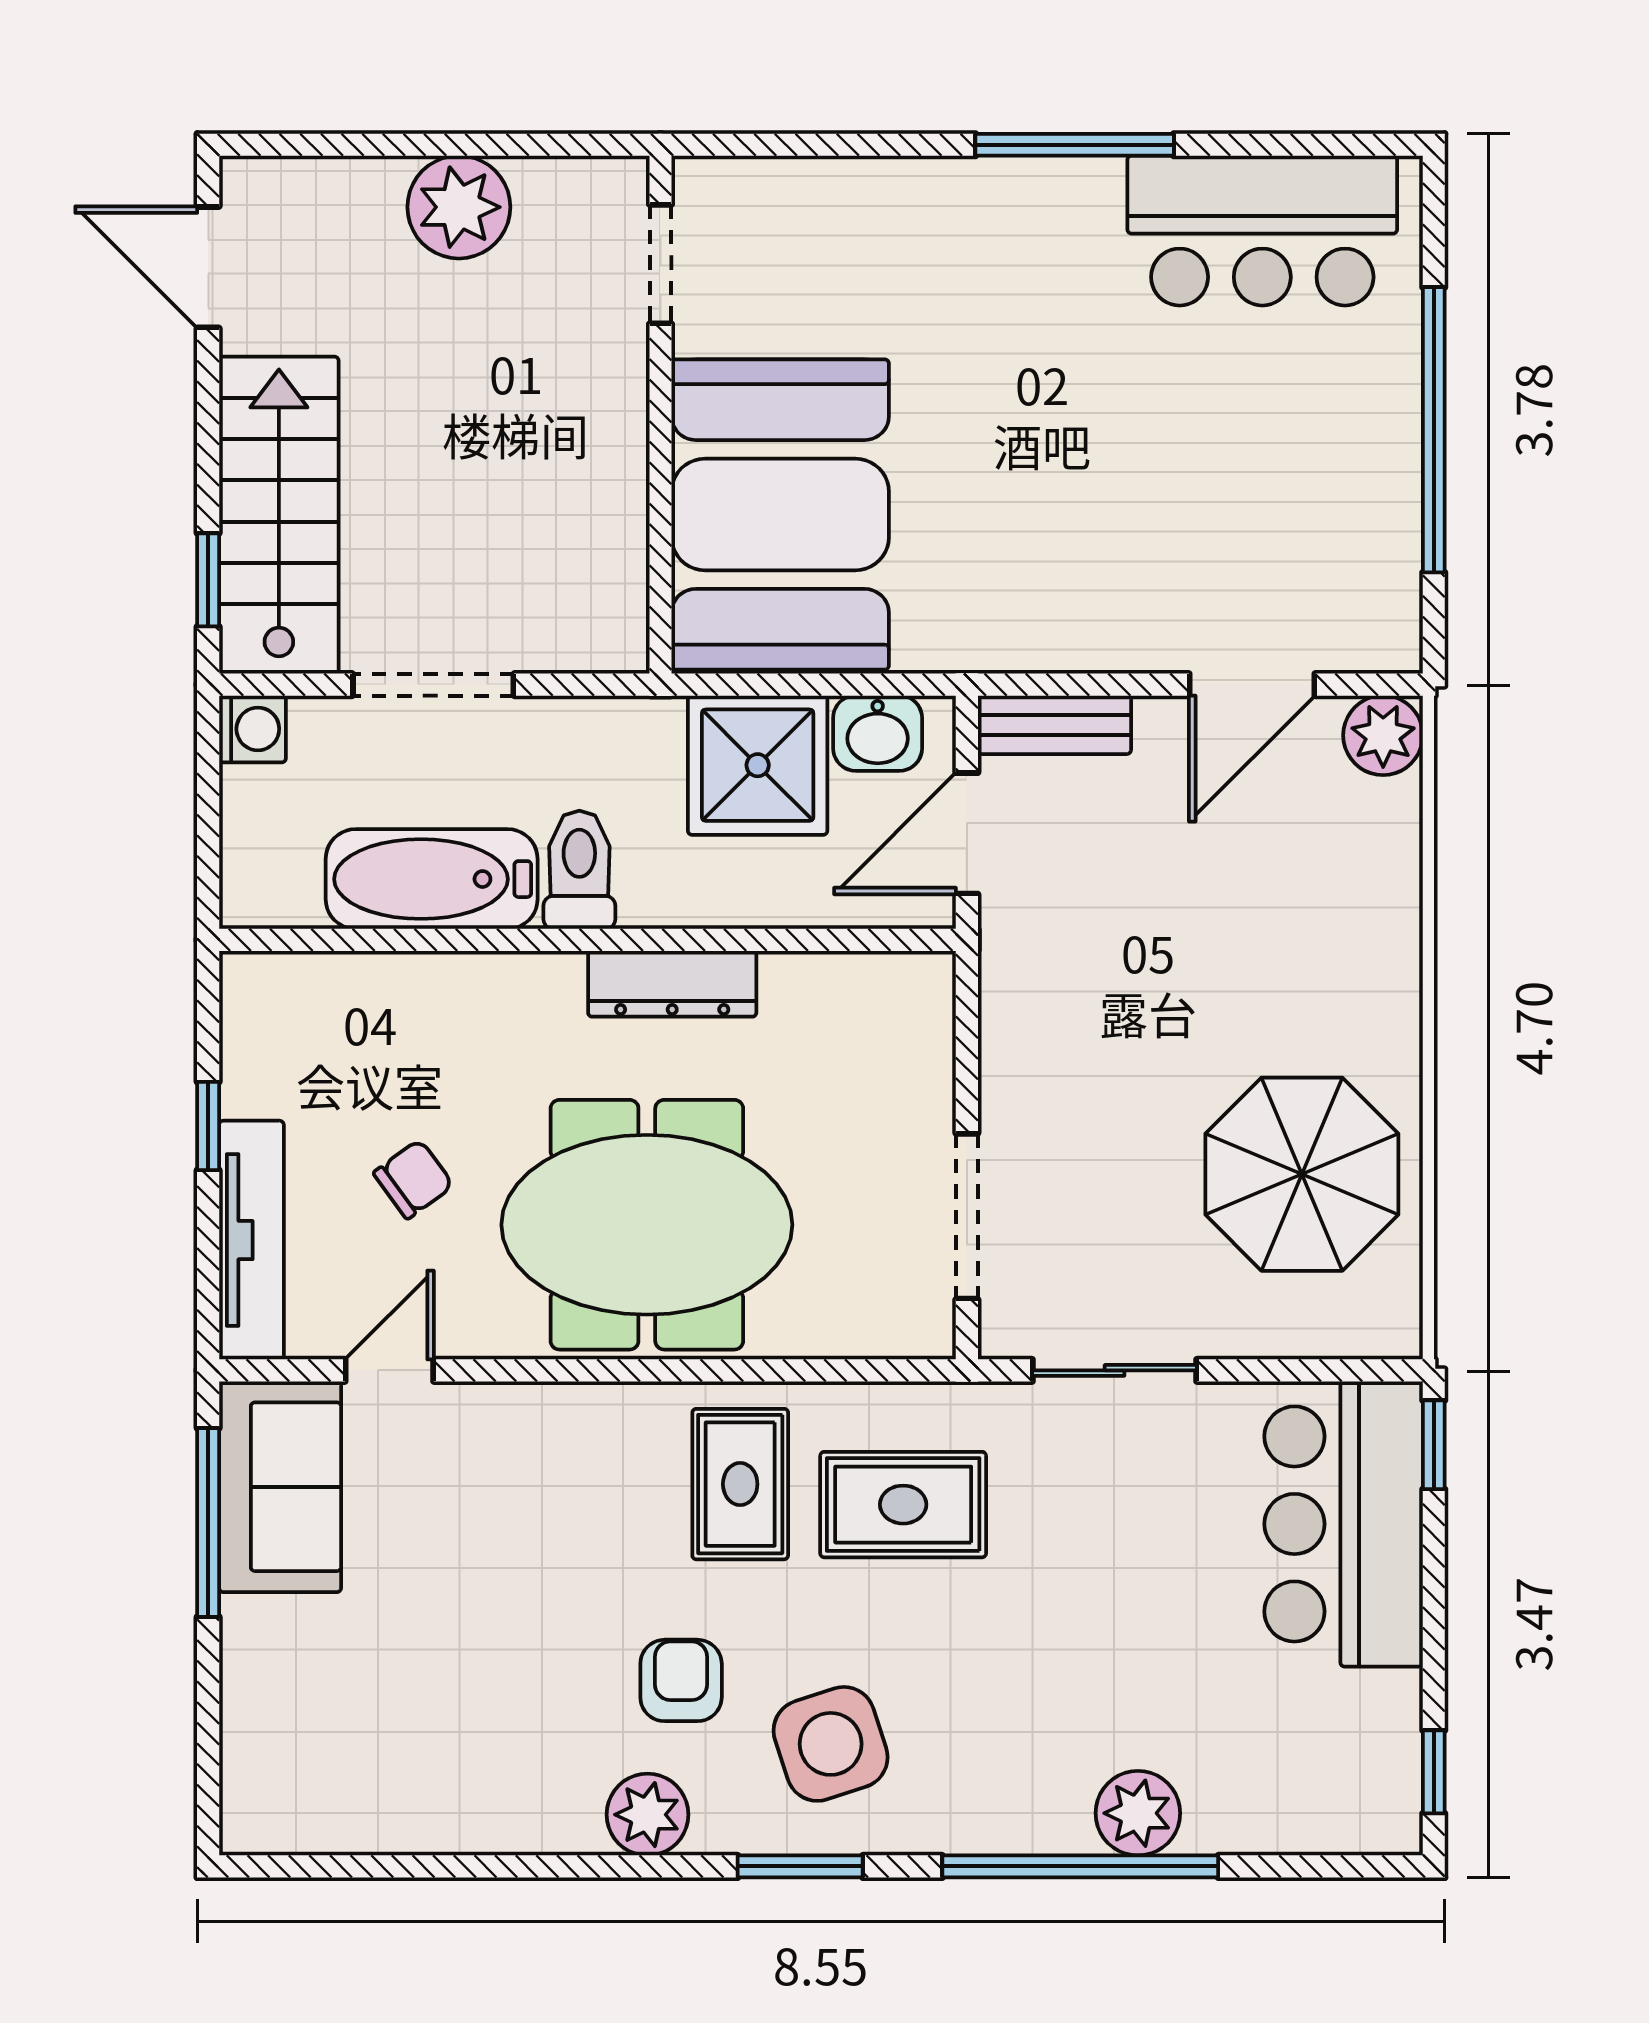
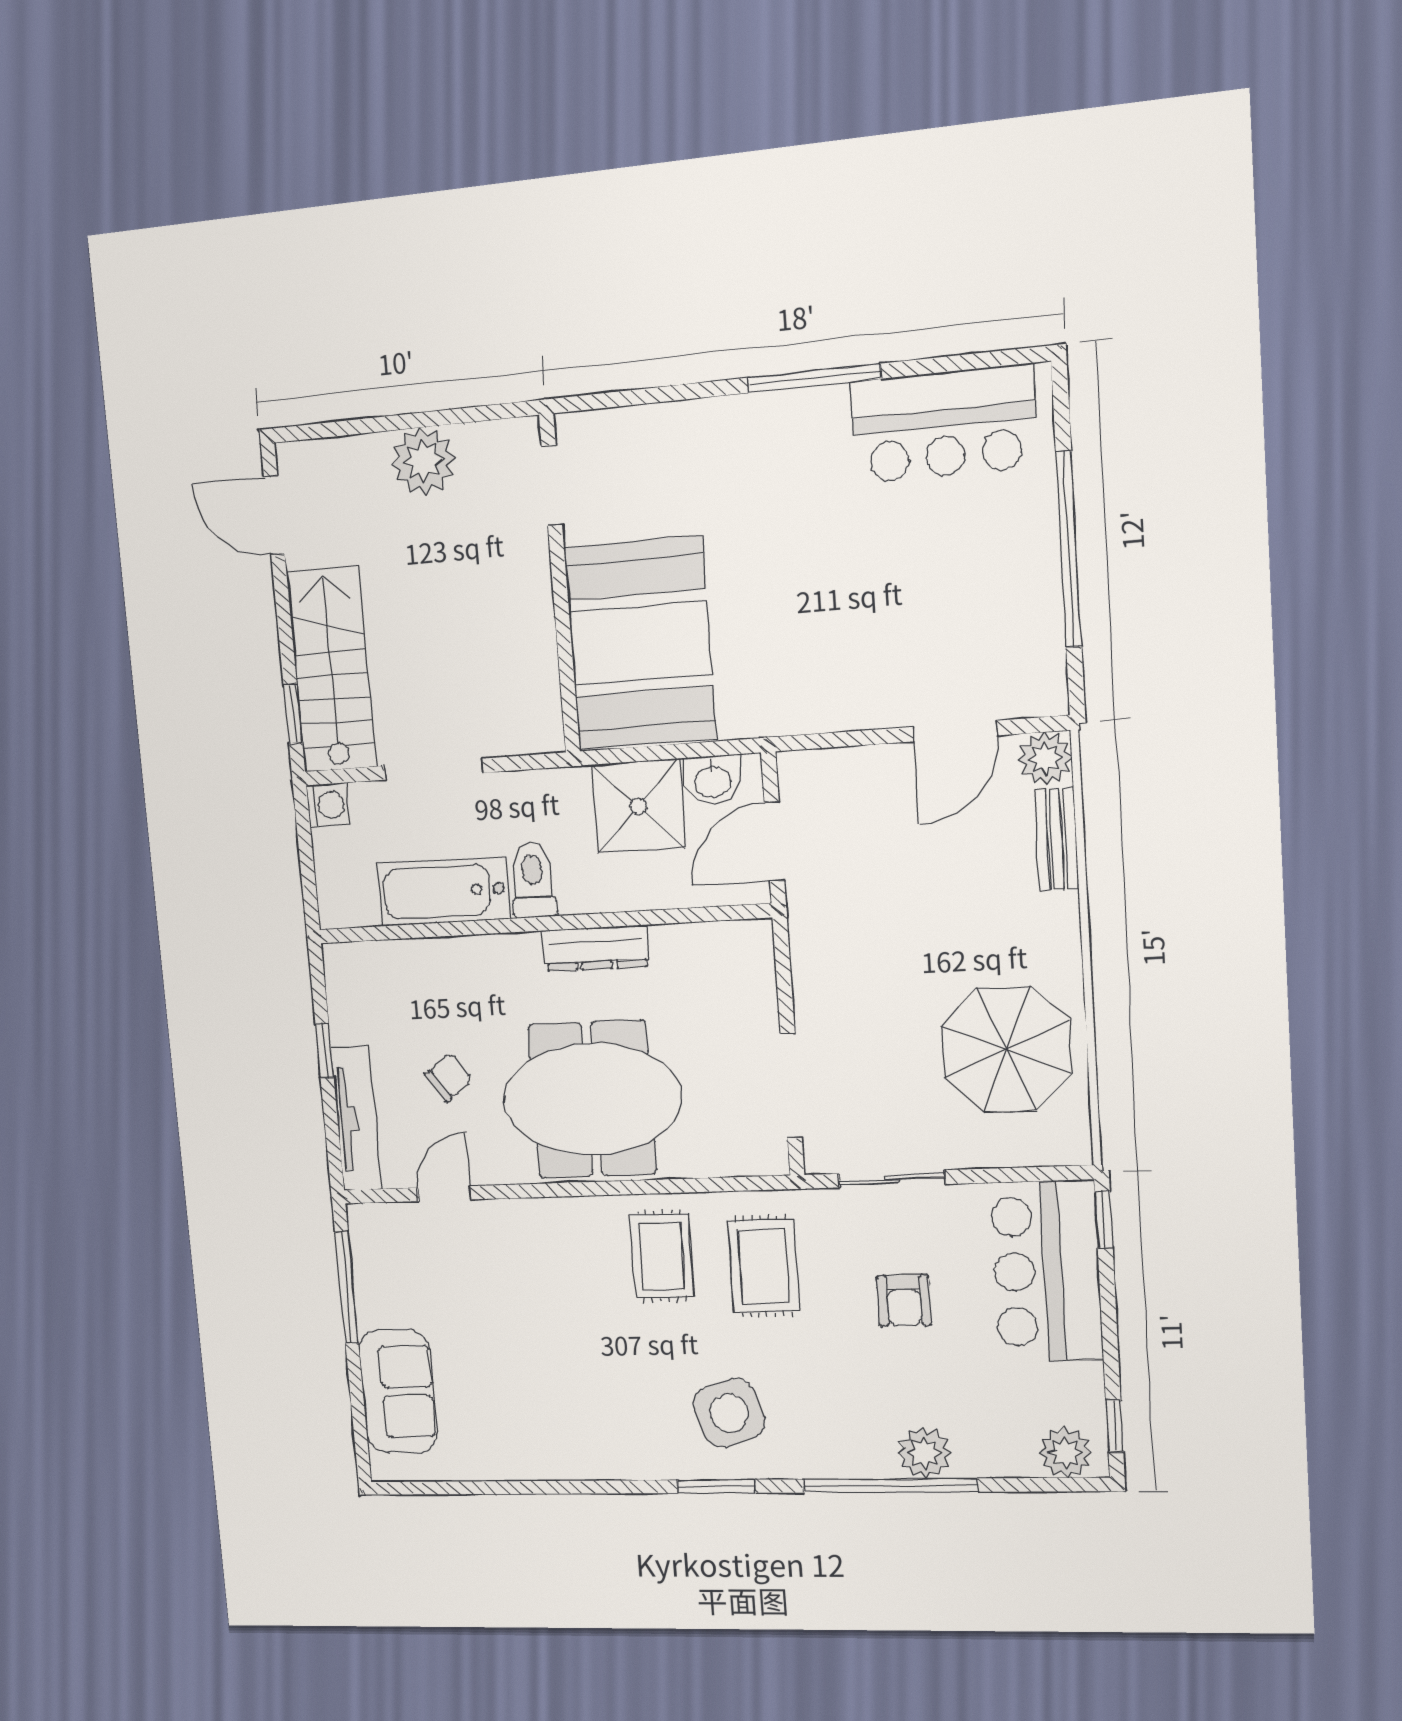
bench: (1054, 725) -> (1057, 839), moved, turned 90
sofa: (280, 1487) -> (398, 1391), moved
rug: (903, 1505) -> (764, 1266), turned 90
armchair: (681, 1680) -> (904, 1301), moved, turned 180
plant: (648, 1815) -> (1065, 1453), moved

